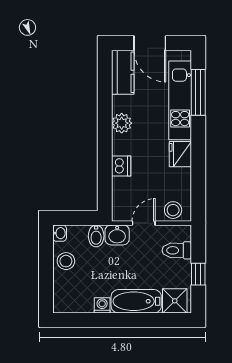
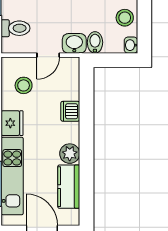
kitchen counter: (123, 72) -> (69, 187), moved
stool: (173, 210) -> (24, 85), moved

